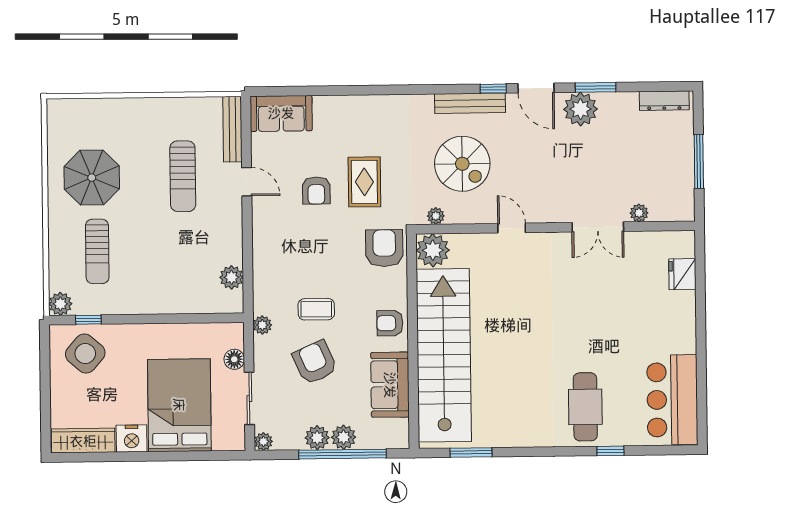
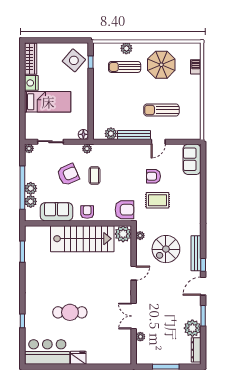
barbecue: (95, 108) -> (196, 67), added
plant: (581, 109) -> (192, 328), moved
bench: (232, 129) -> (134, 135), moved
fridge: (682, 274) -> (78, 358), moved
plant: (60, 304) -> (126, 48), moved
stairs: (444, 355) -> (82, 239), width x0.73
floor lamp: (234, 359) -> (83, 134), moved
bed: (179, 405) -> (48, 102), width x0.67
cafe table: (585, 407) -> (70, 312), moved
plant: (317, 438) -> (31, 201), moved

